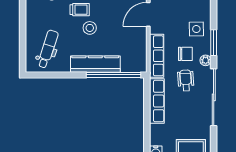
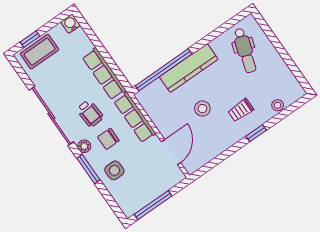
stool: (90, 28) -> (202, 109), moved

